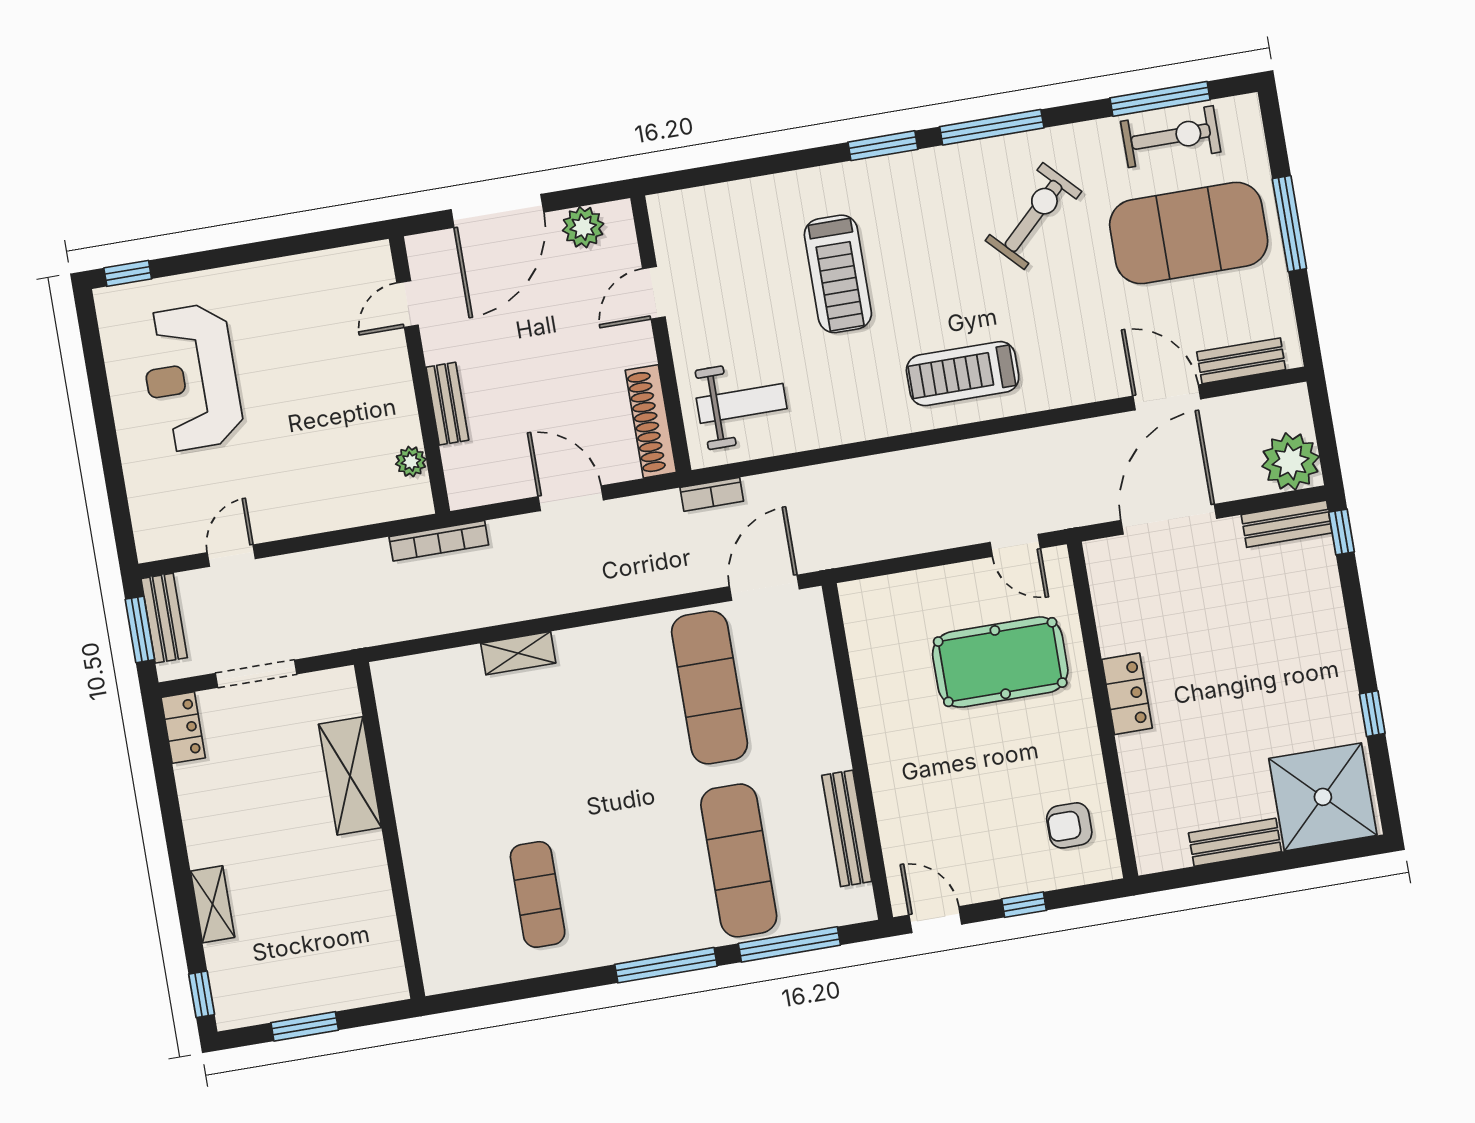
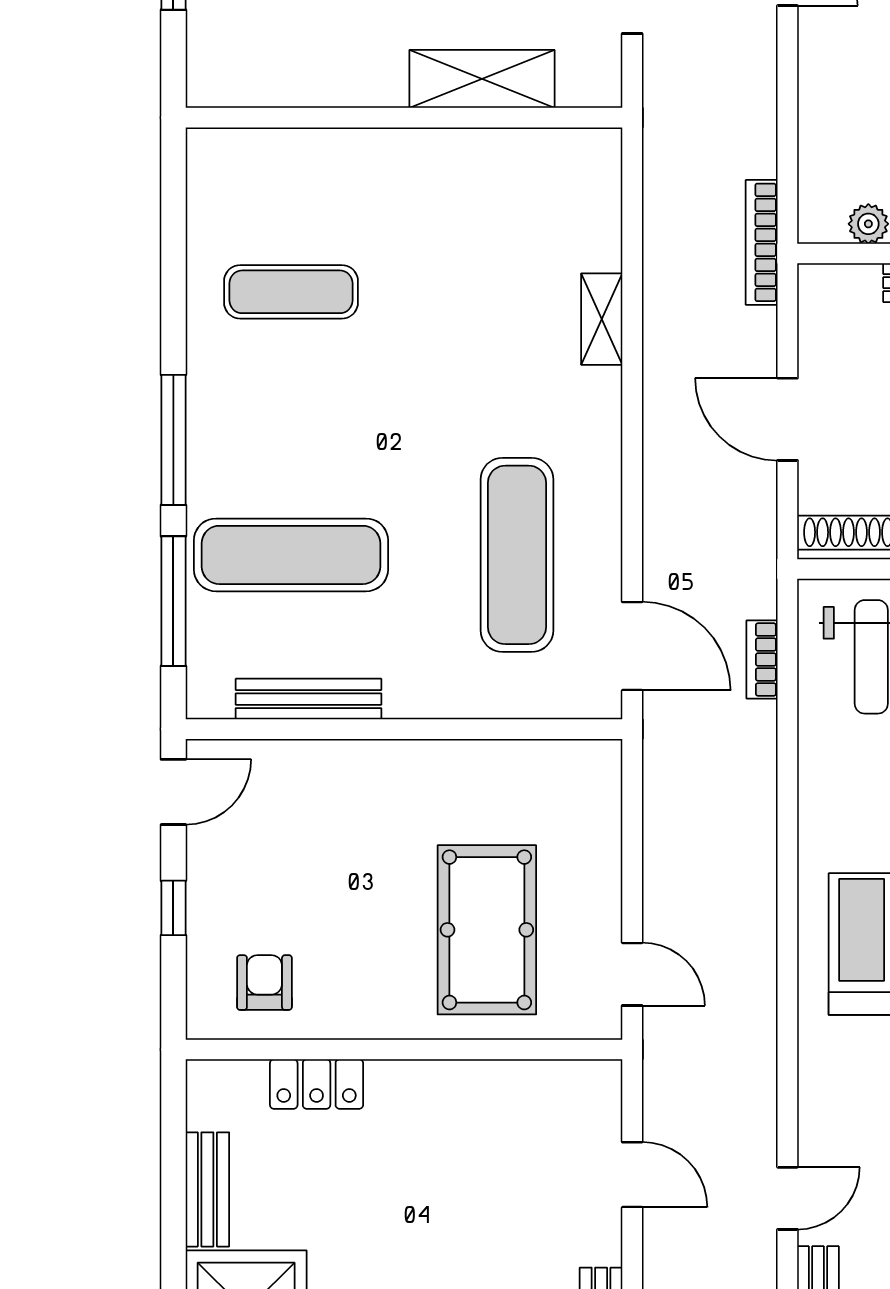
door: (1167, 397) -> (787, 1198), width x0.73
bookcase: (712, 494) -> (762, 659), moved
door: (571, 498) -> (787, 419), swing flipped
door: (1169, 519) -> (632, 1175), width x0.53
door: (1015, 545) -> (632, 974), swing flipped
exercise mat: (710, 688) -> (517, 555), turned 90
locker: (1127, 694) -> (317, 1084), moved

